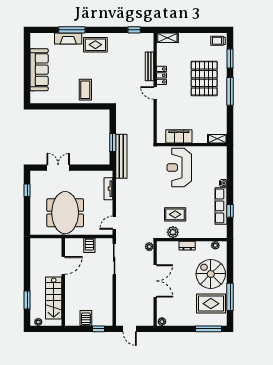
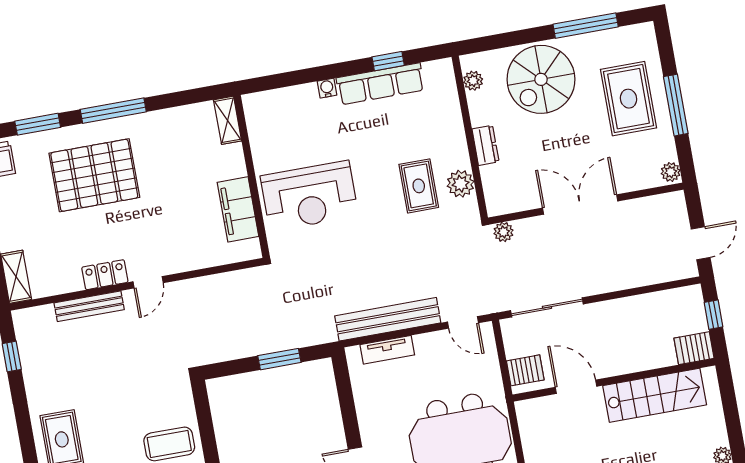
bench: (121, 156) -> (388, 319), moved
door: (63, 265) -> (576, 387), moved
wall: (63, 282) -> (614, 380), moved
stairs: (54, 298) -> (655, 395), moved
rug: (211, 304) -> (628, 99), moved
window: (209, 329) -> (676, 105), moved

